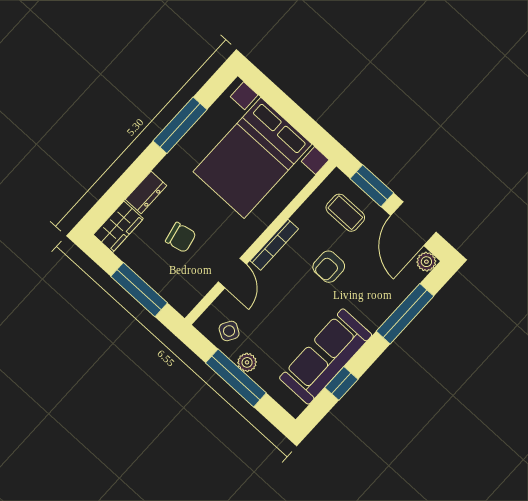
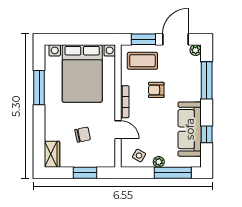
dresser: (146, 193) -> (51, 129), removed
coffee table: (345, 213) -> (142, 61), width x1.36, depth x1.30
door: (413, 224) -> (175, 39), swing flipped
armchair: (329, 267) -> (156, 90), turned 90
window: (139, 290) -> (85, 173), width x0.69
window: (236, 378) -> (173, 173), moved

